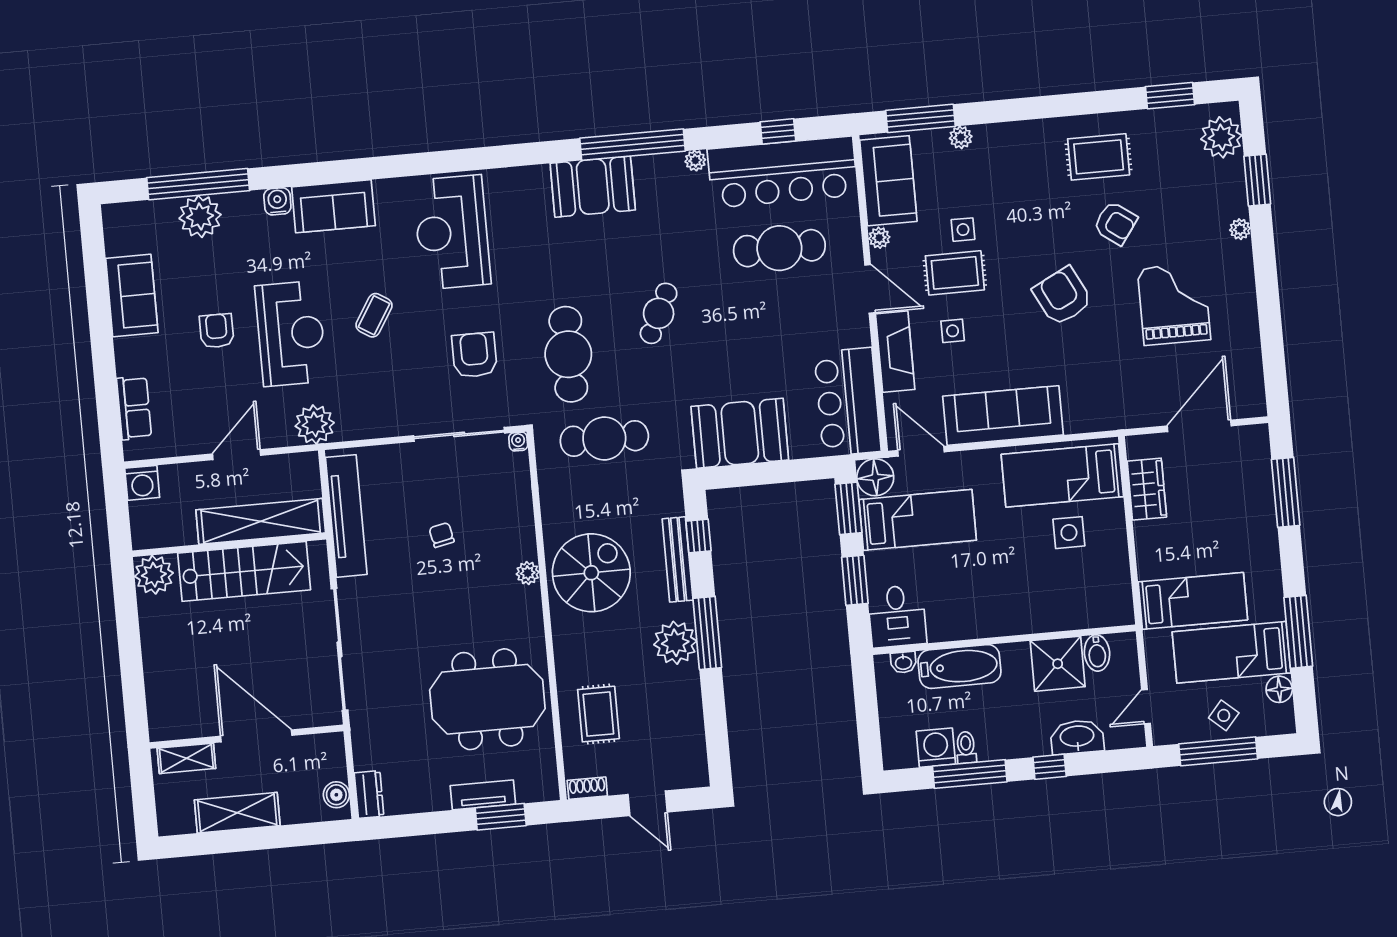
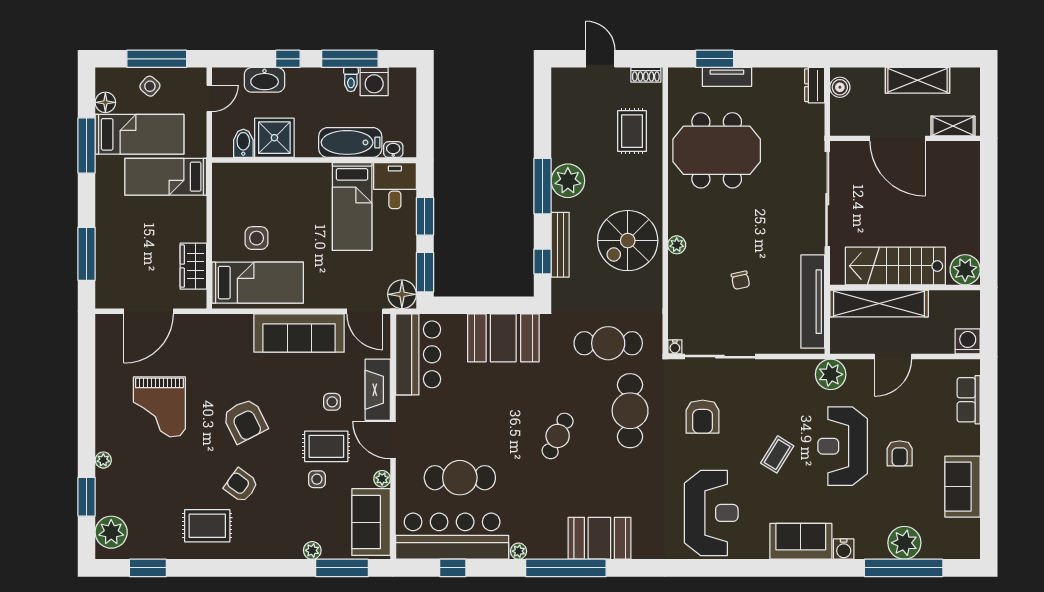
armchair: (1115, 223) -> (241, 485), moved
bed: (918, 520) -> (352, 206), moved, turned -90

